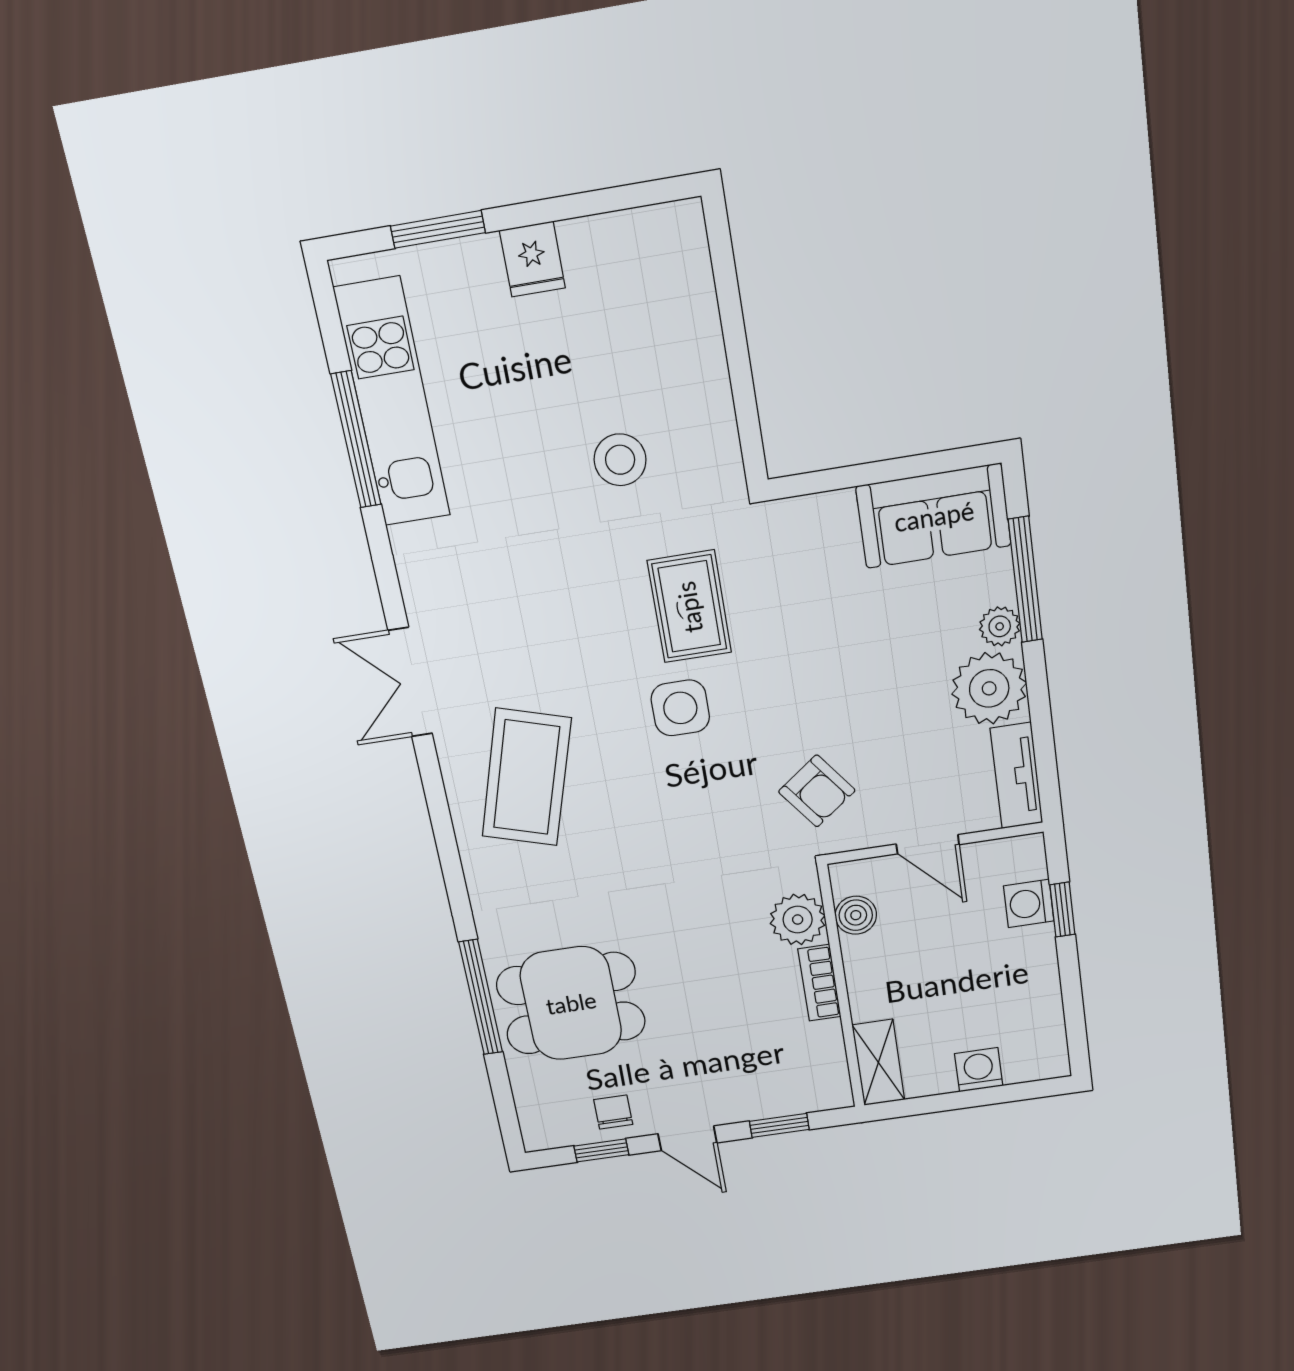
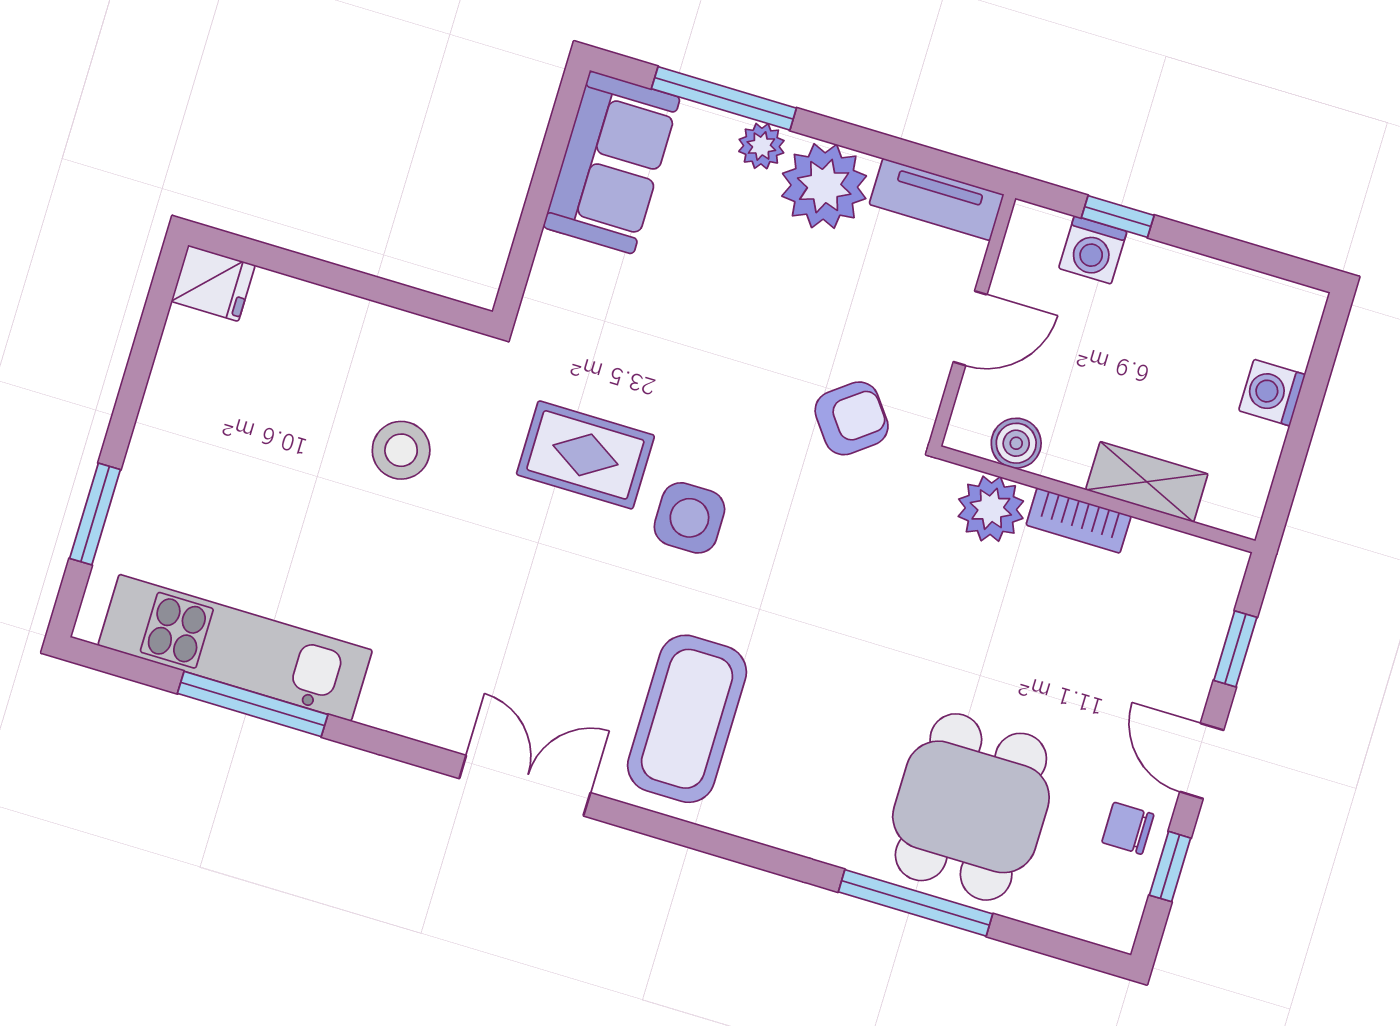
fridge: (532, 259) -> (213, 283), moved
double door: (410, 682) -> (525, 786), swing flipped
coffee table: (527, 777) -> (687, 719), turned 73
shelving: (878, 1062) -> (1147, 482), moved
door: (687, 1138) -> (1202, 761), swing flipped

